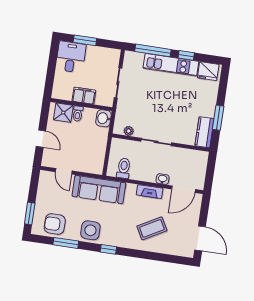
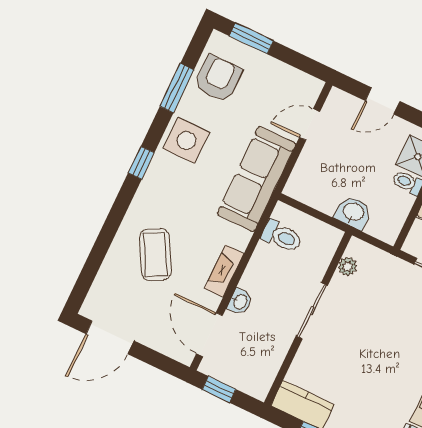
washbasin: (104, 118) -> (353, 212), moved
window: (209, 176) -> (219, 389), added

